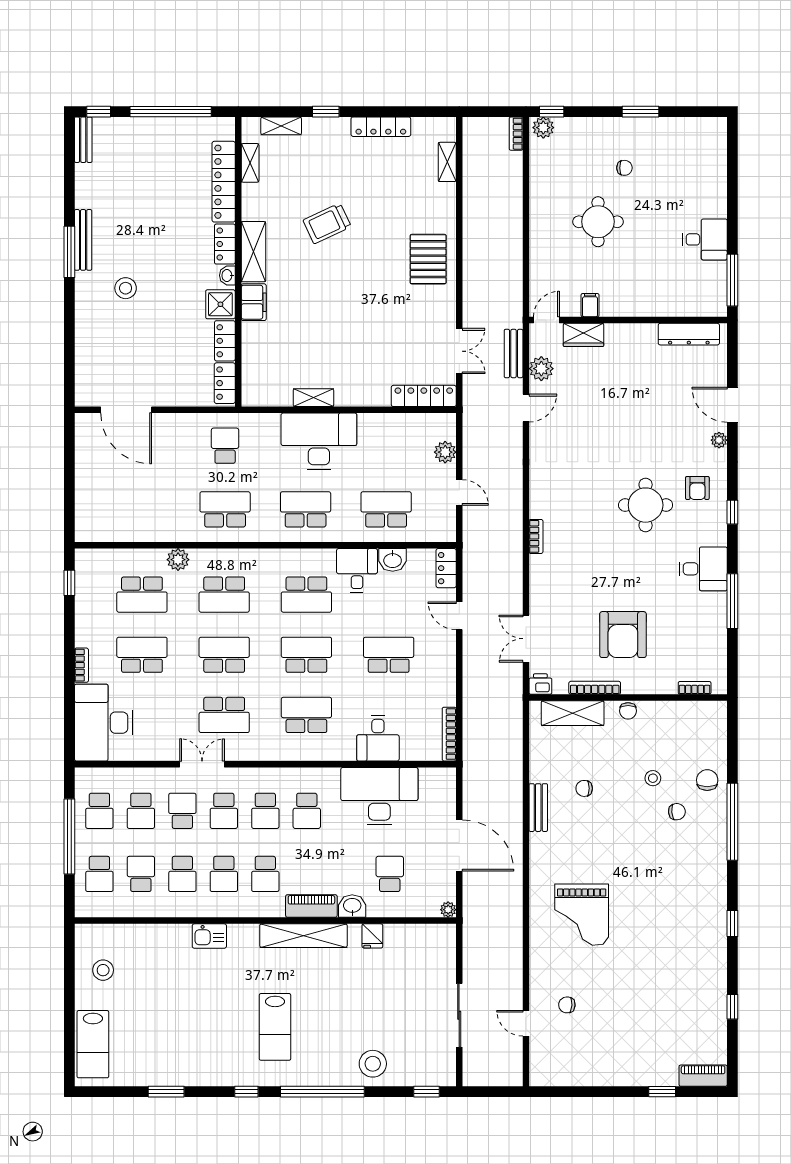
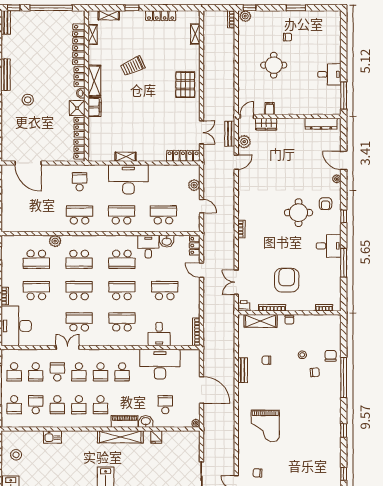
armchair: (623, 635) -> (287, 280), turned 180
school desk: (224, 715) -> (79, 322), turned 180
kitchen sink: (209, 936) -> (52, 437), moved

